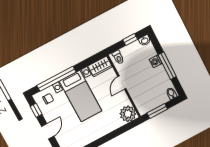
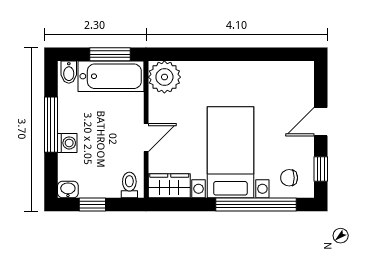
bathtub: (152, 102) -> (111, 76), added

